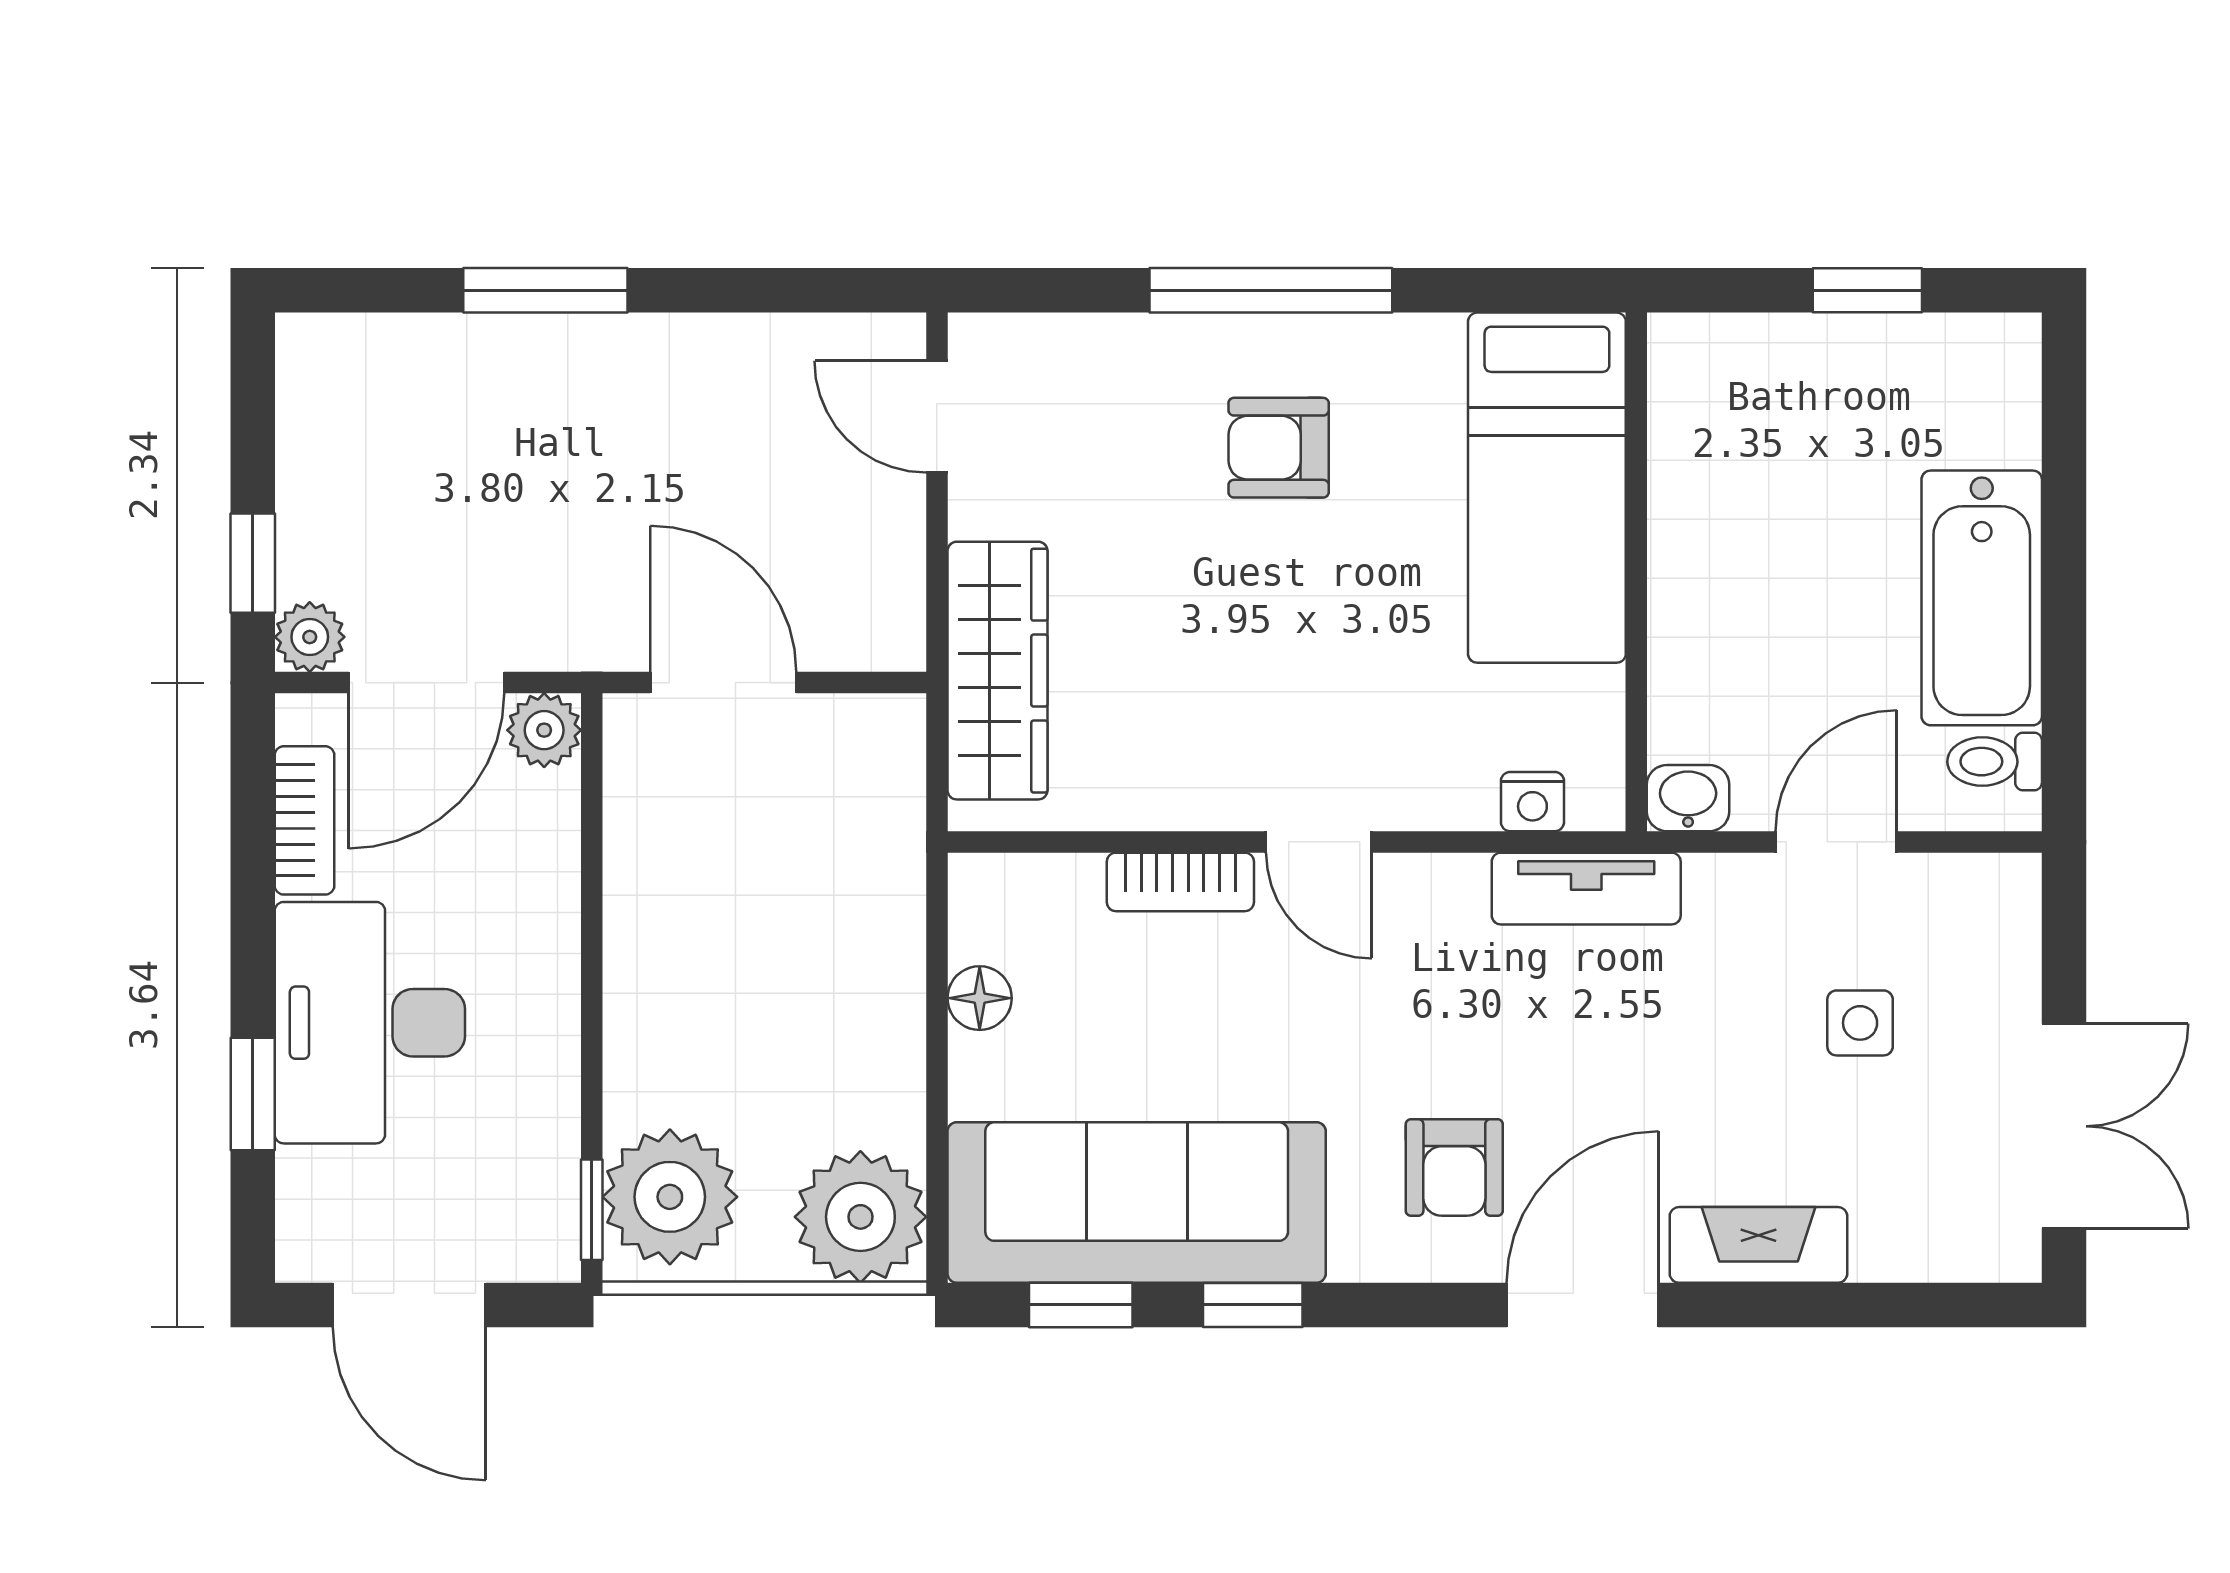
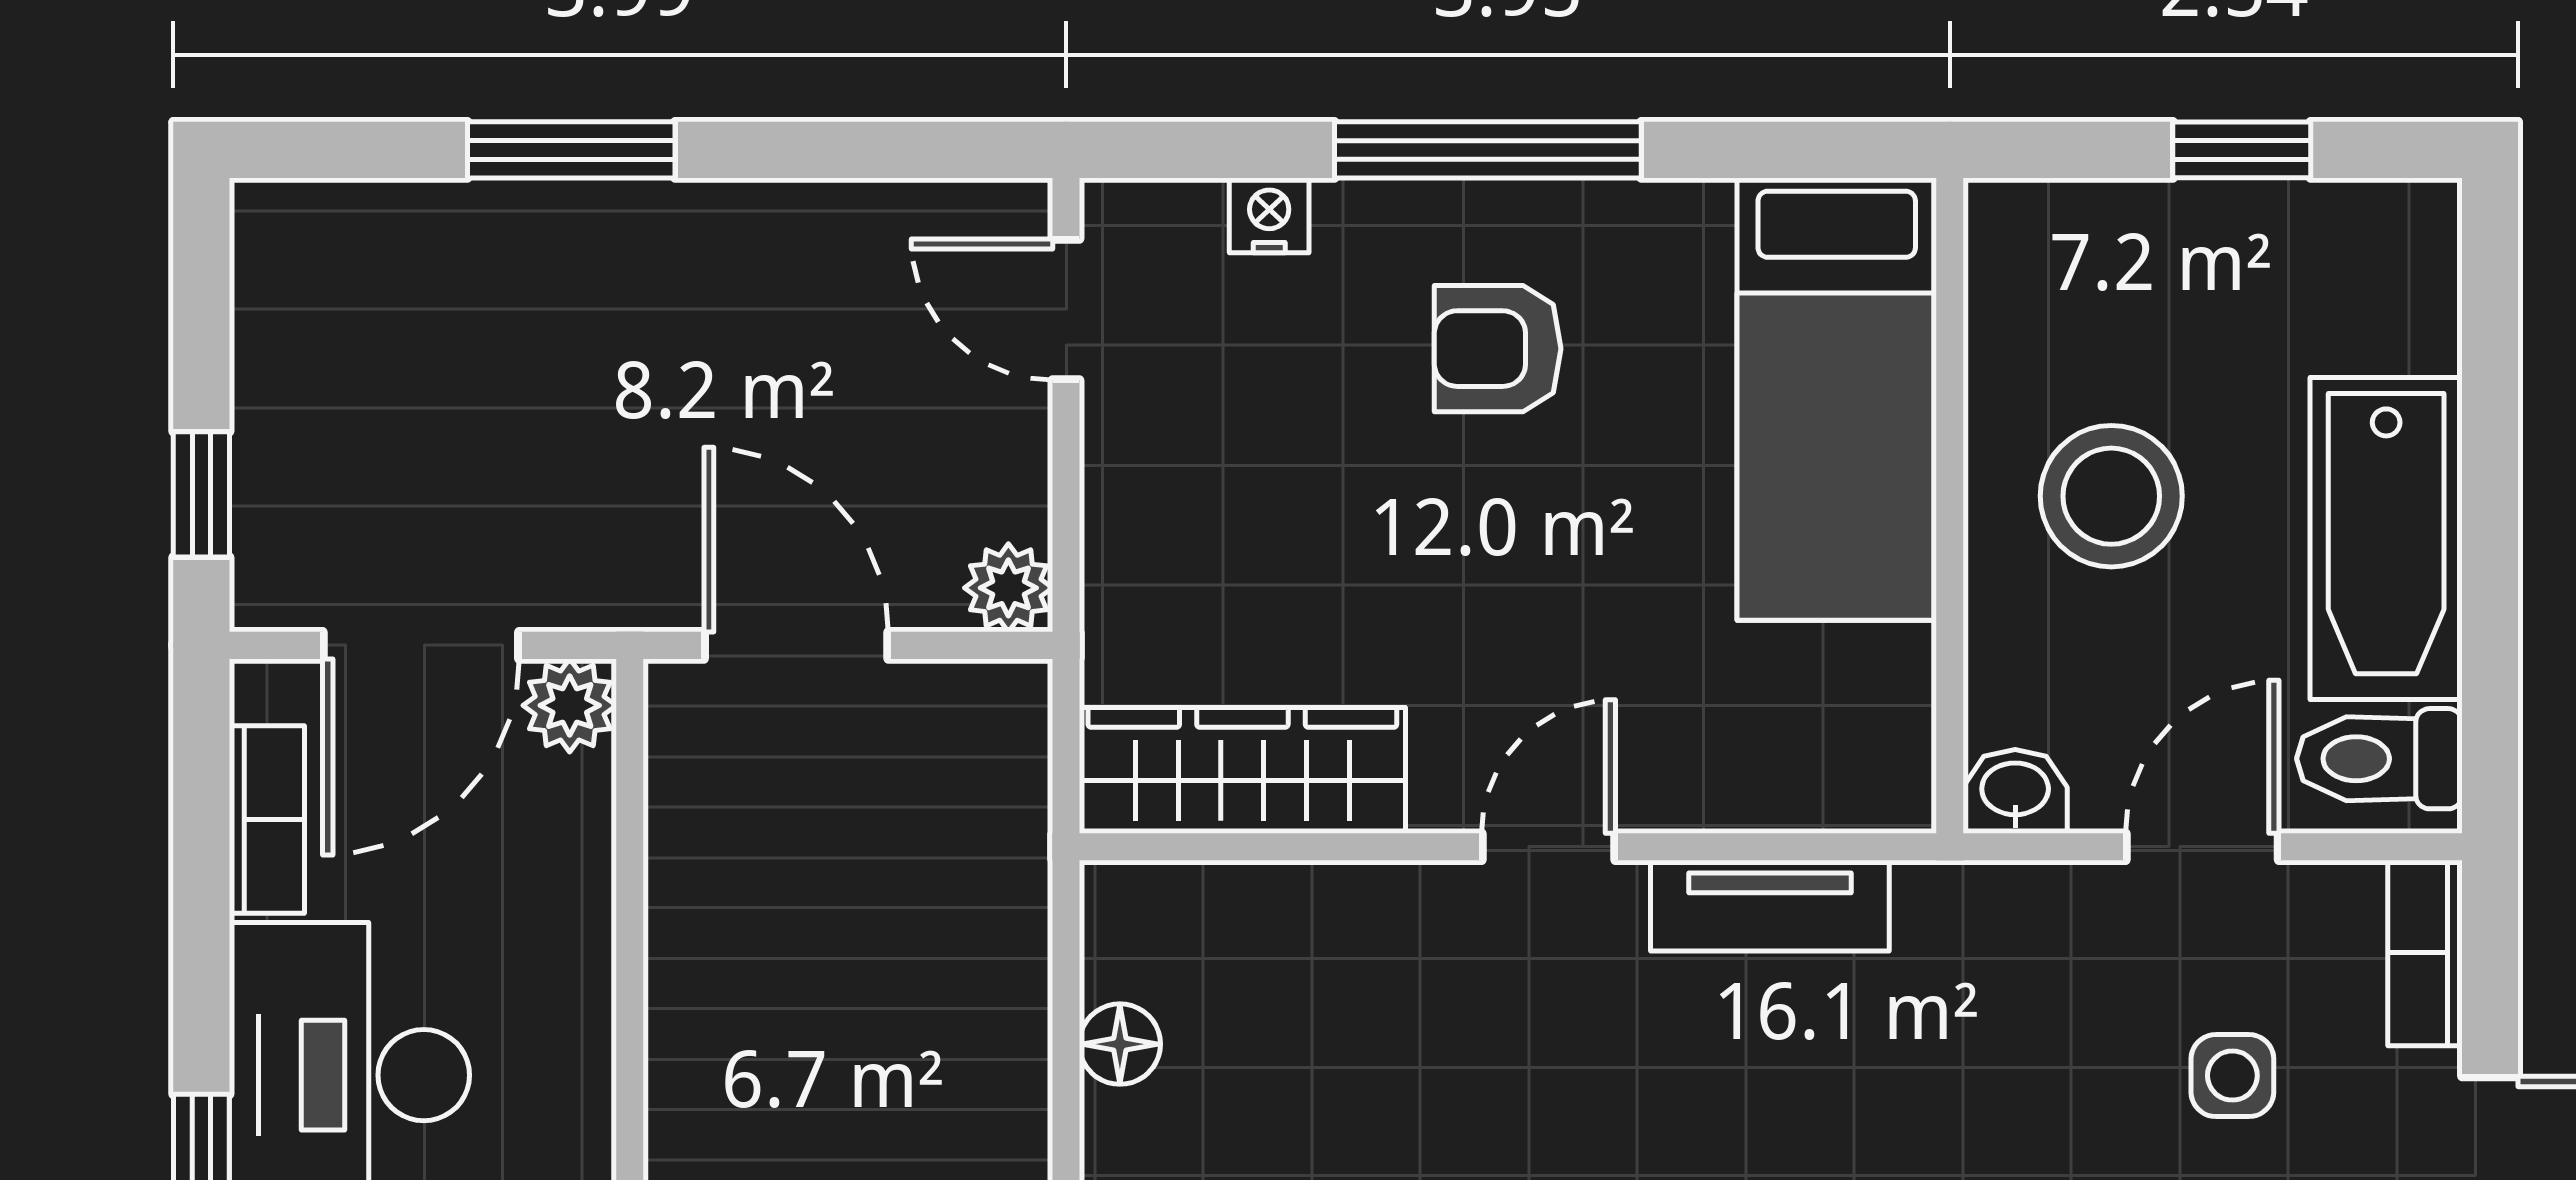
stool: (1764, 564) -> (2111, 496), added
plant: (310, 637) -> (1008, 588), moved
wardrobe: (997, 671) -> (1242, 770), moved, turned -90
toilet: (1995, 762) -> (2379, 759), width x1.37, depth x1.39
nightstand: (1532, 802) -> (1269, 215), moved, turned 180
door: (1319, 842) -> (1549, 847), swing flipped
bookcase: (1180, 882) -> (2425, 953), moved, turned 90
tv unit: (1586, 889) -> (1770, 906), moved

